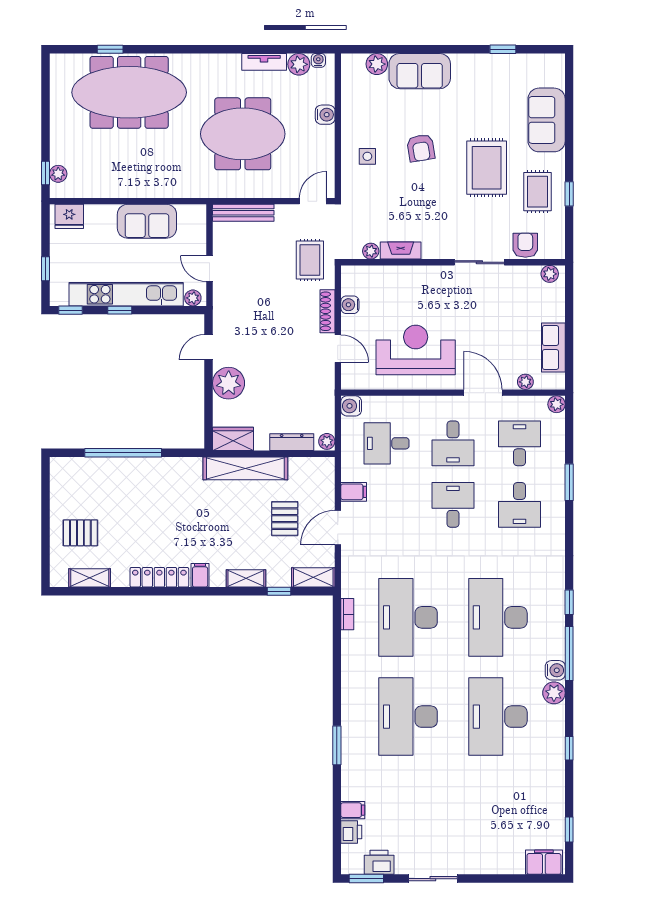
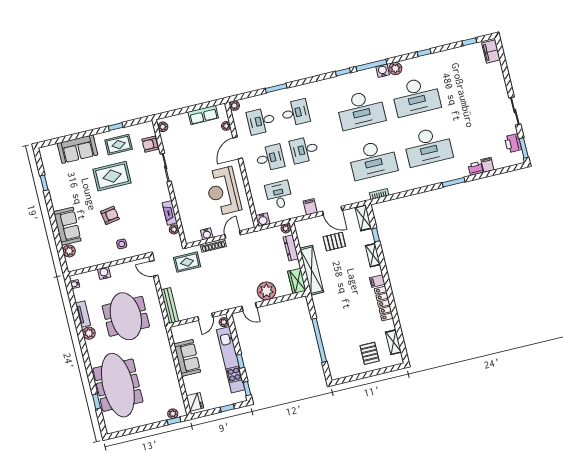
plant: (299, 64) -> (89, 333), moved
desk: (387, 443) -> (279, 195), turned 180
printer: (351, 832) -> (476, 168), moved

